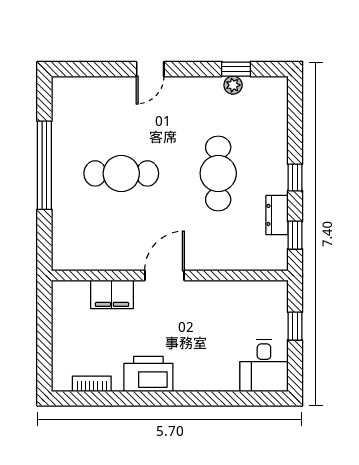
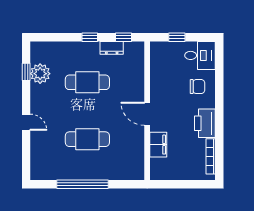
plant: (233, 85) -> (40, 74), width x1.88, depth x1.88
cafe table: (121, 173) -> (87, 139), turned 90
chair: (211, 361) -> (197, 87), added
bookcase: (92, 384) -> (211, 156), width x1.56

